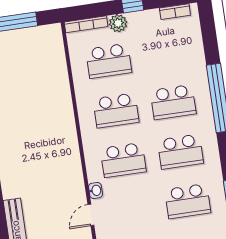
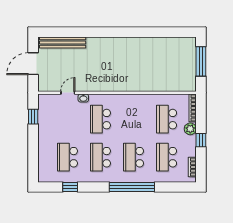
school desk: (116, 110) -> (167, 157), moved
door: (91, 215) -> (68, 93), hinge flipped

